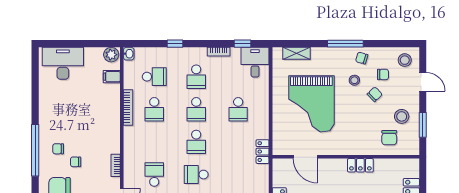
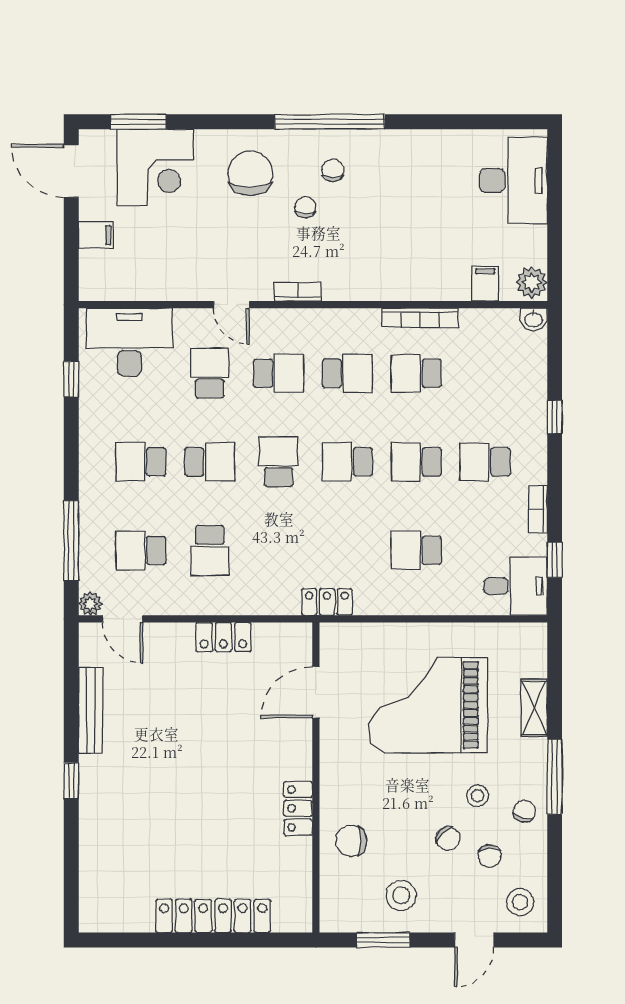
shelving: (296, 53) -> (534, 708), moved
school desk: (154, 77) -> (347, 373), moved, turned -90
chair: (389, 138) -> (351, 841), moved

